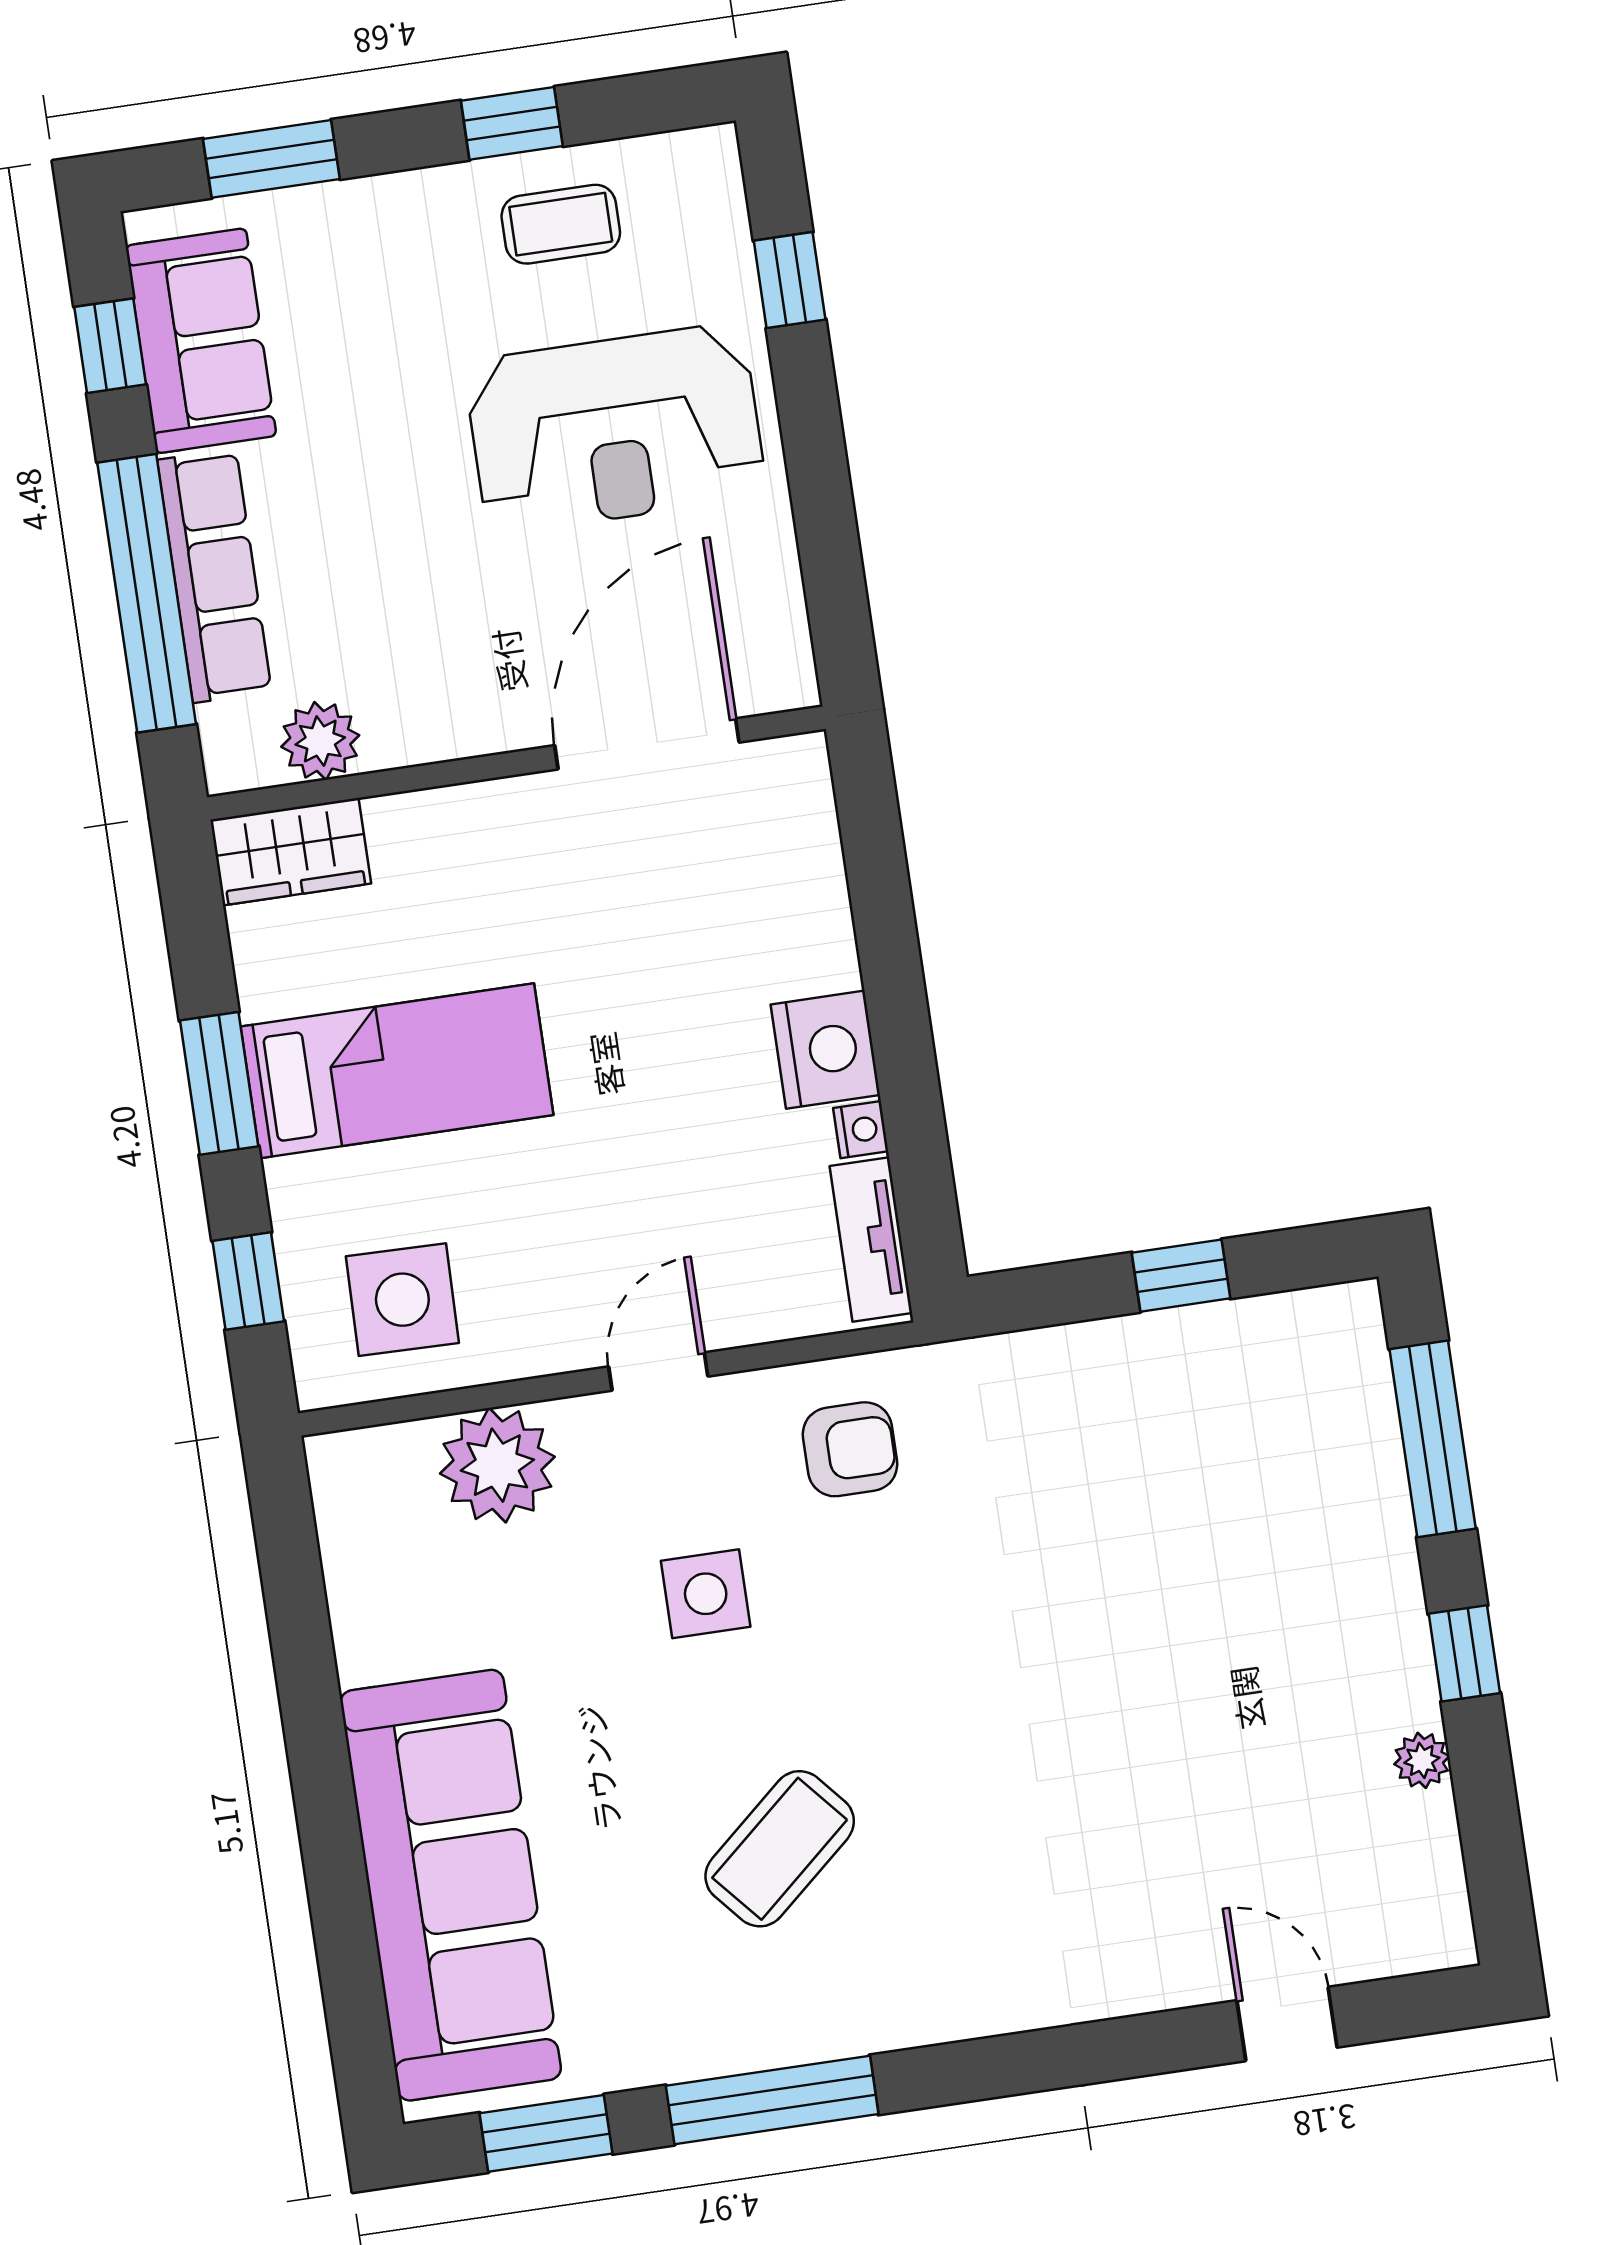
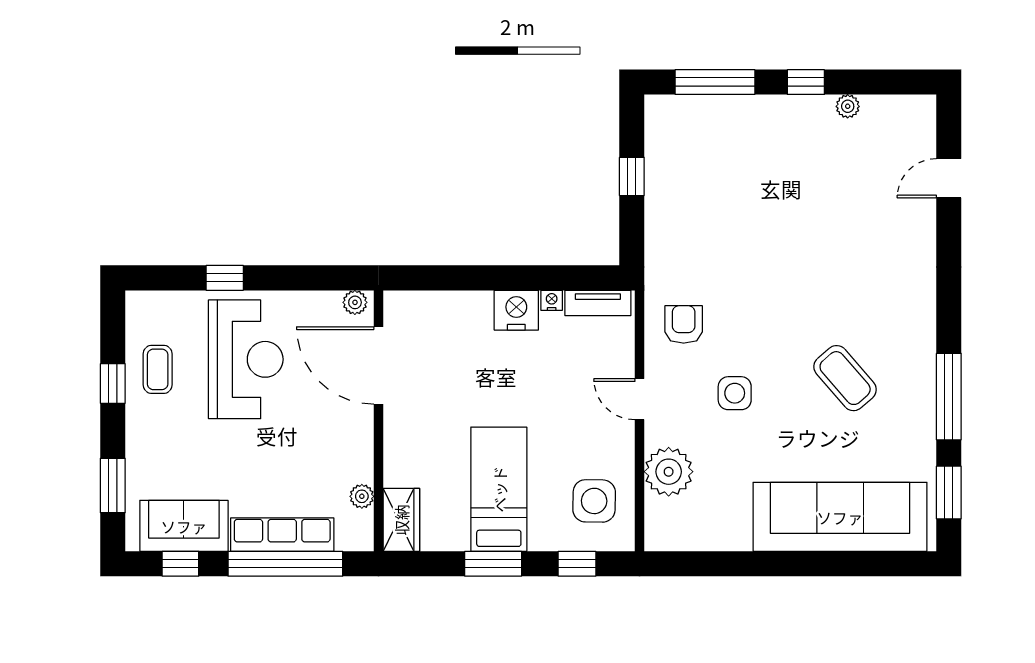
window: (790, 280) -> (225, 278), moved
plant: (788, 666) -> (355, 302), added
plant: (320, 741) -> (362, 496), width x0.73, depth x0.73

